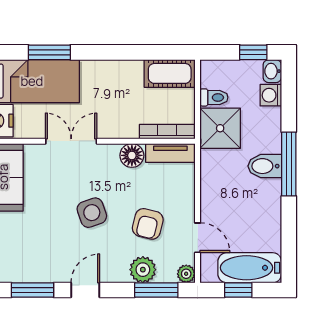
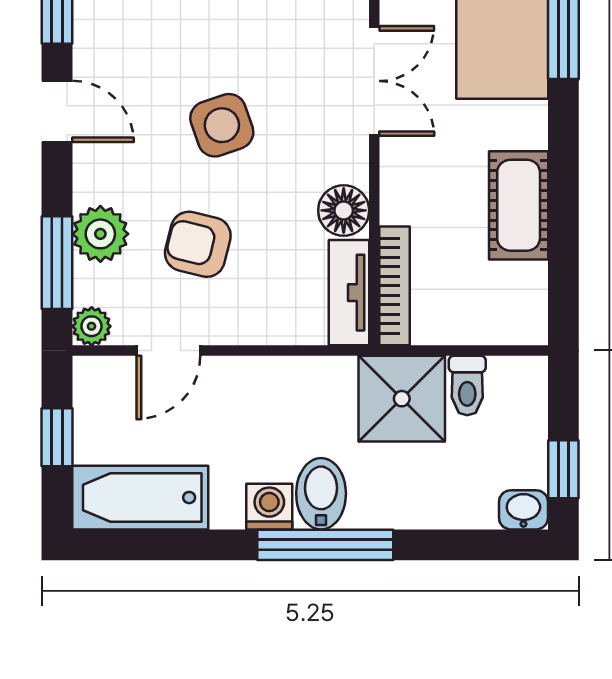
cot: (170, 73) -> (519, 205), moved
washing machine: (271, 95) -> (269, 507), moved
bathtub: (250, 268) -> (140, 498), moved, turned -90

